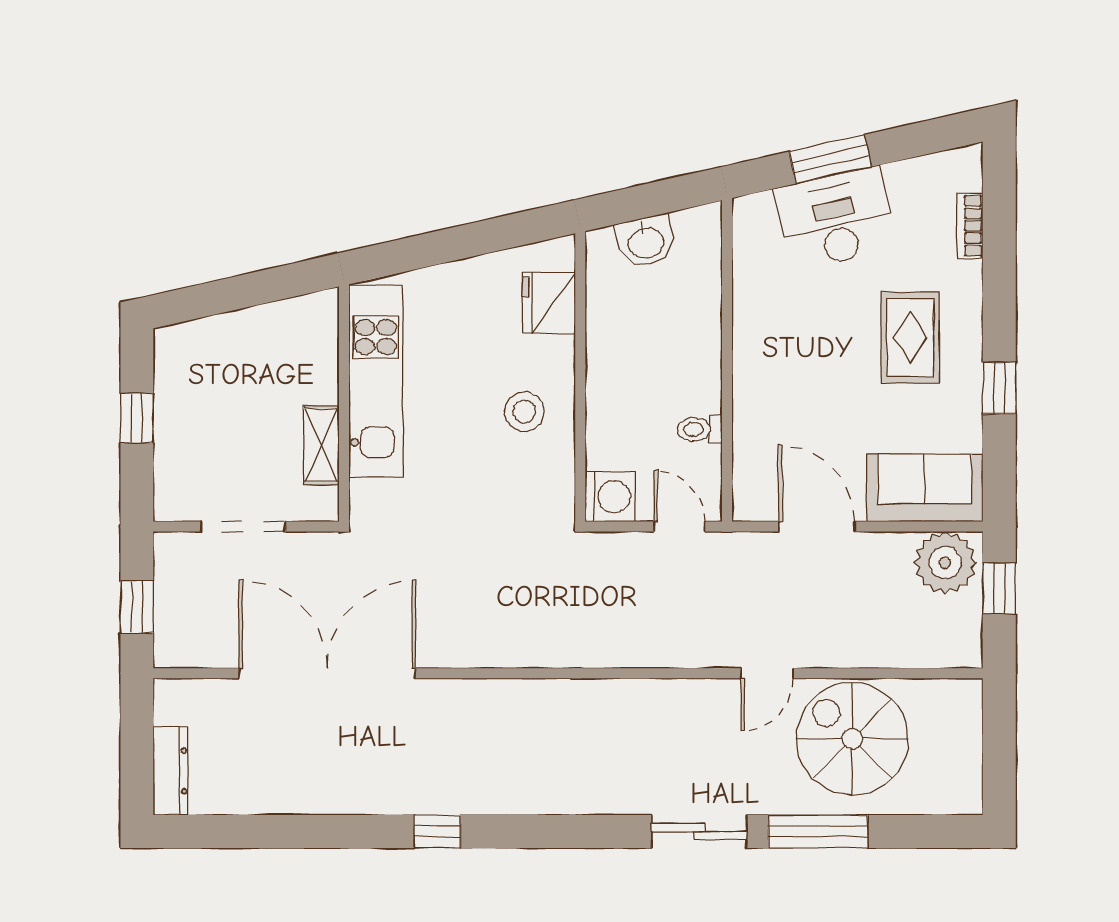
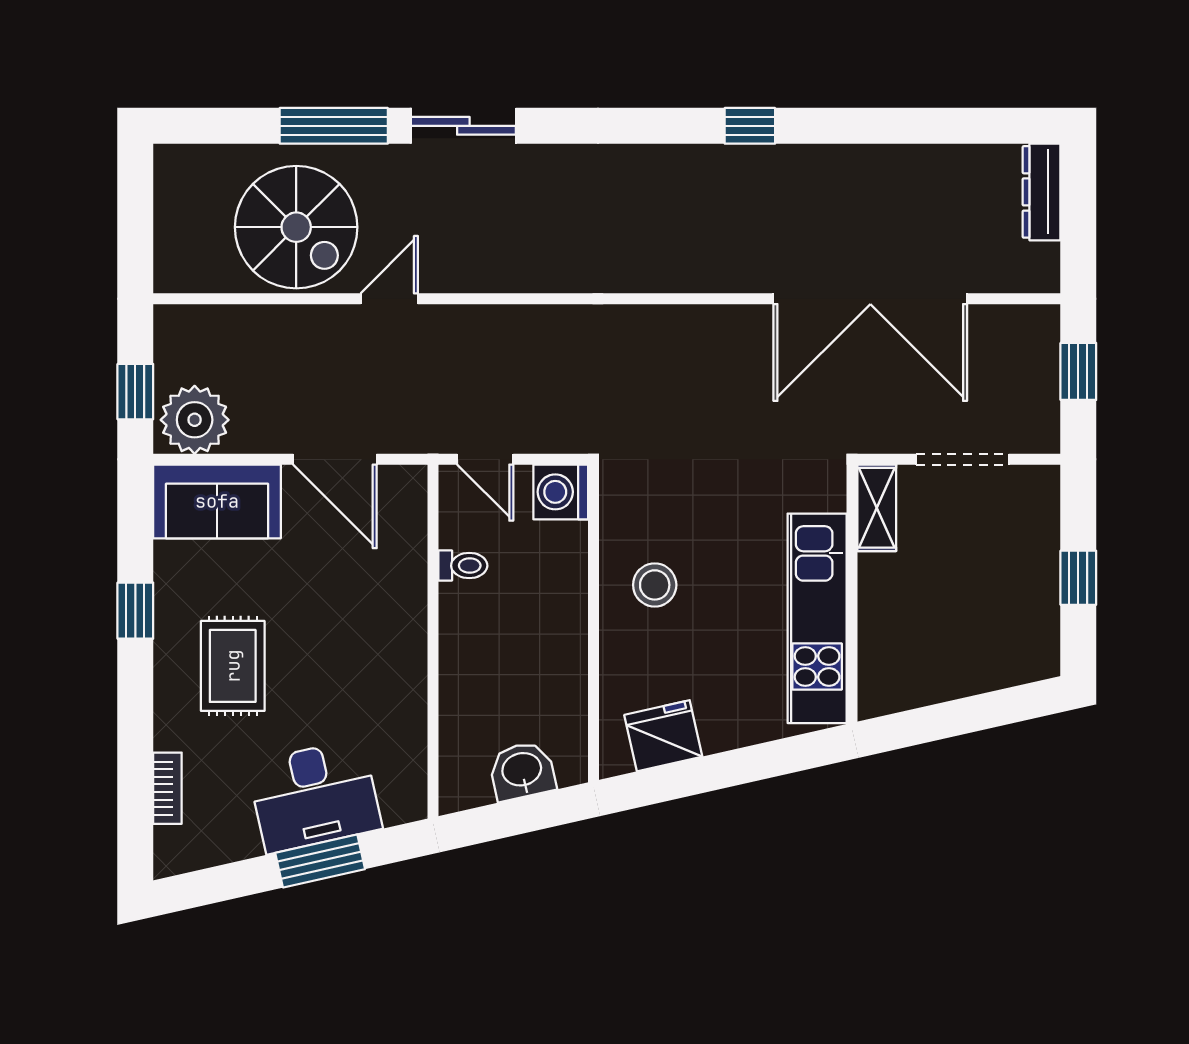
fridge: (549, 303) -> (663, 736), moved, turned -103
shelving: (321, 445) -> (877, 508), moved

